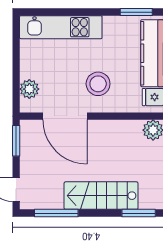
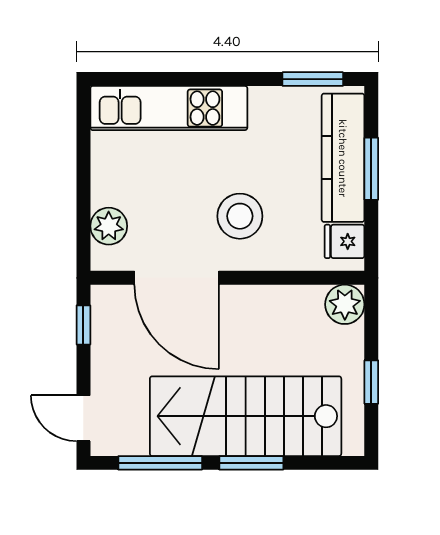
window: (16, 141) -> (83, 325), width x0.67
stairs: (101, 196) -> (246, 416), width x1.36, depth x1.51
window: (139, 213) -> (251, 463), moved

